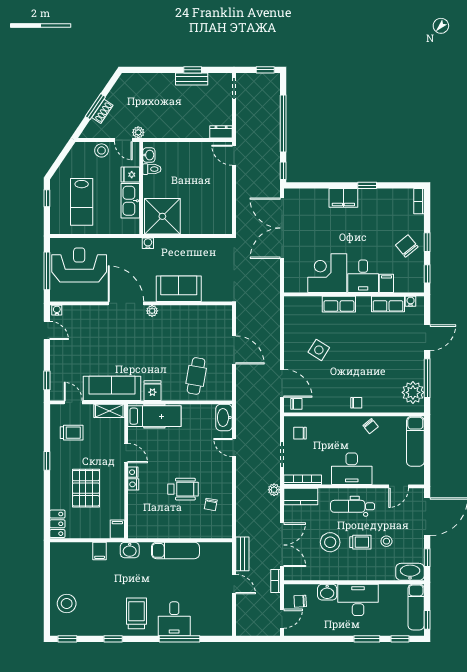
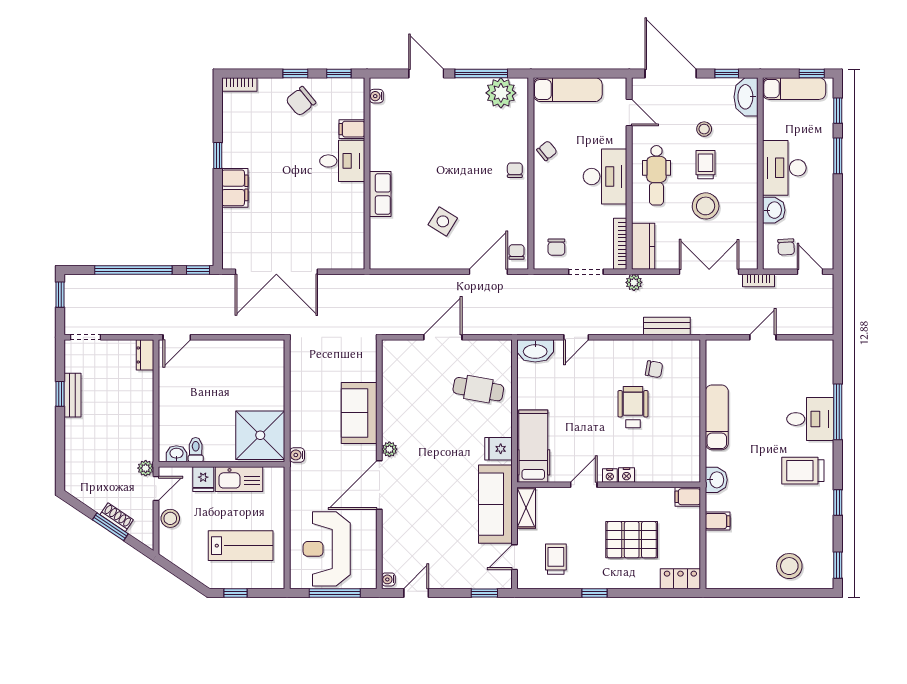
corner desk: (327, 273) -> (338, 210), removed
row of seats: (388, 304) -> (380, 127), removed
bench: (242, 554) -> (667, 326), moved

